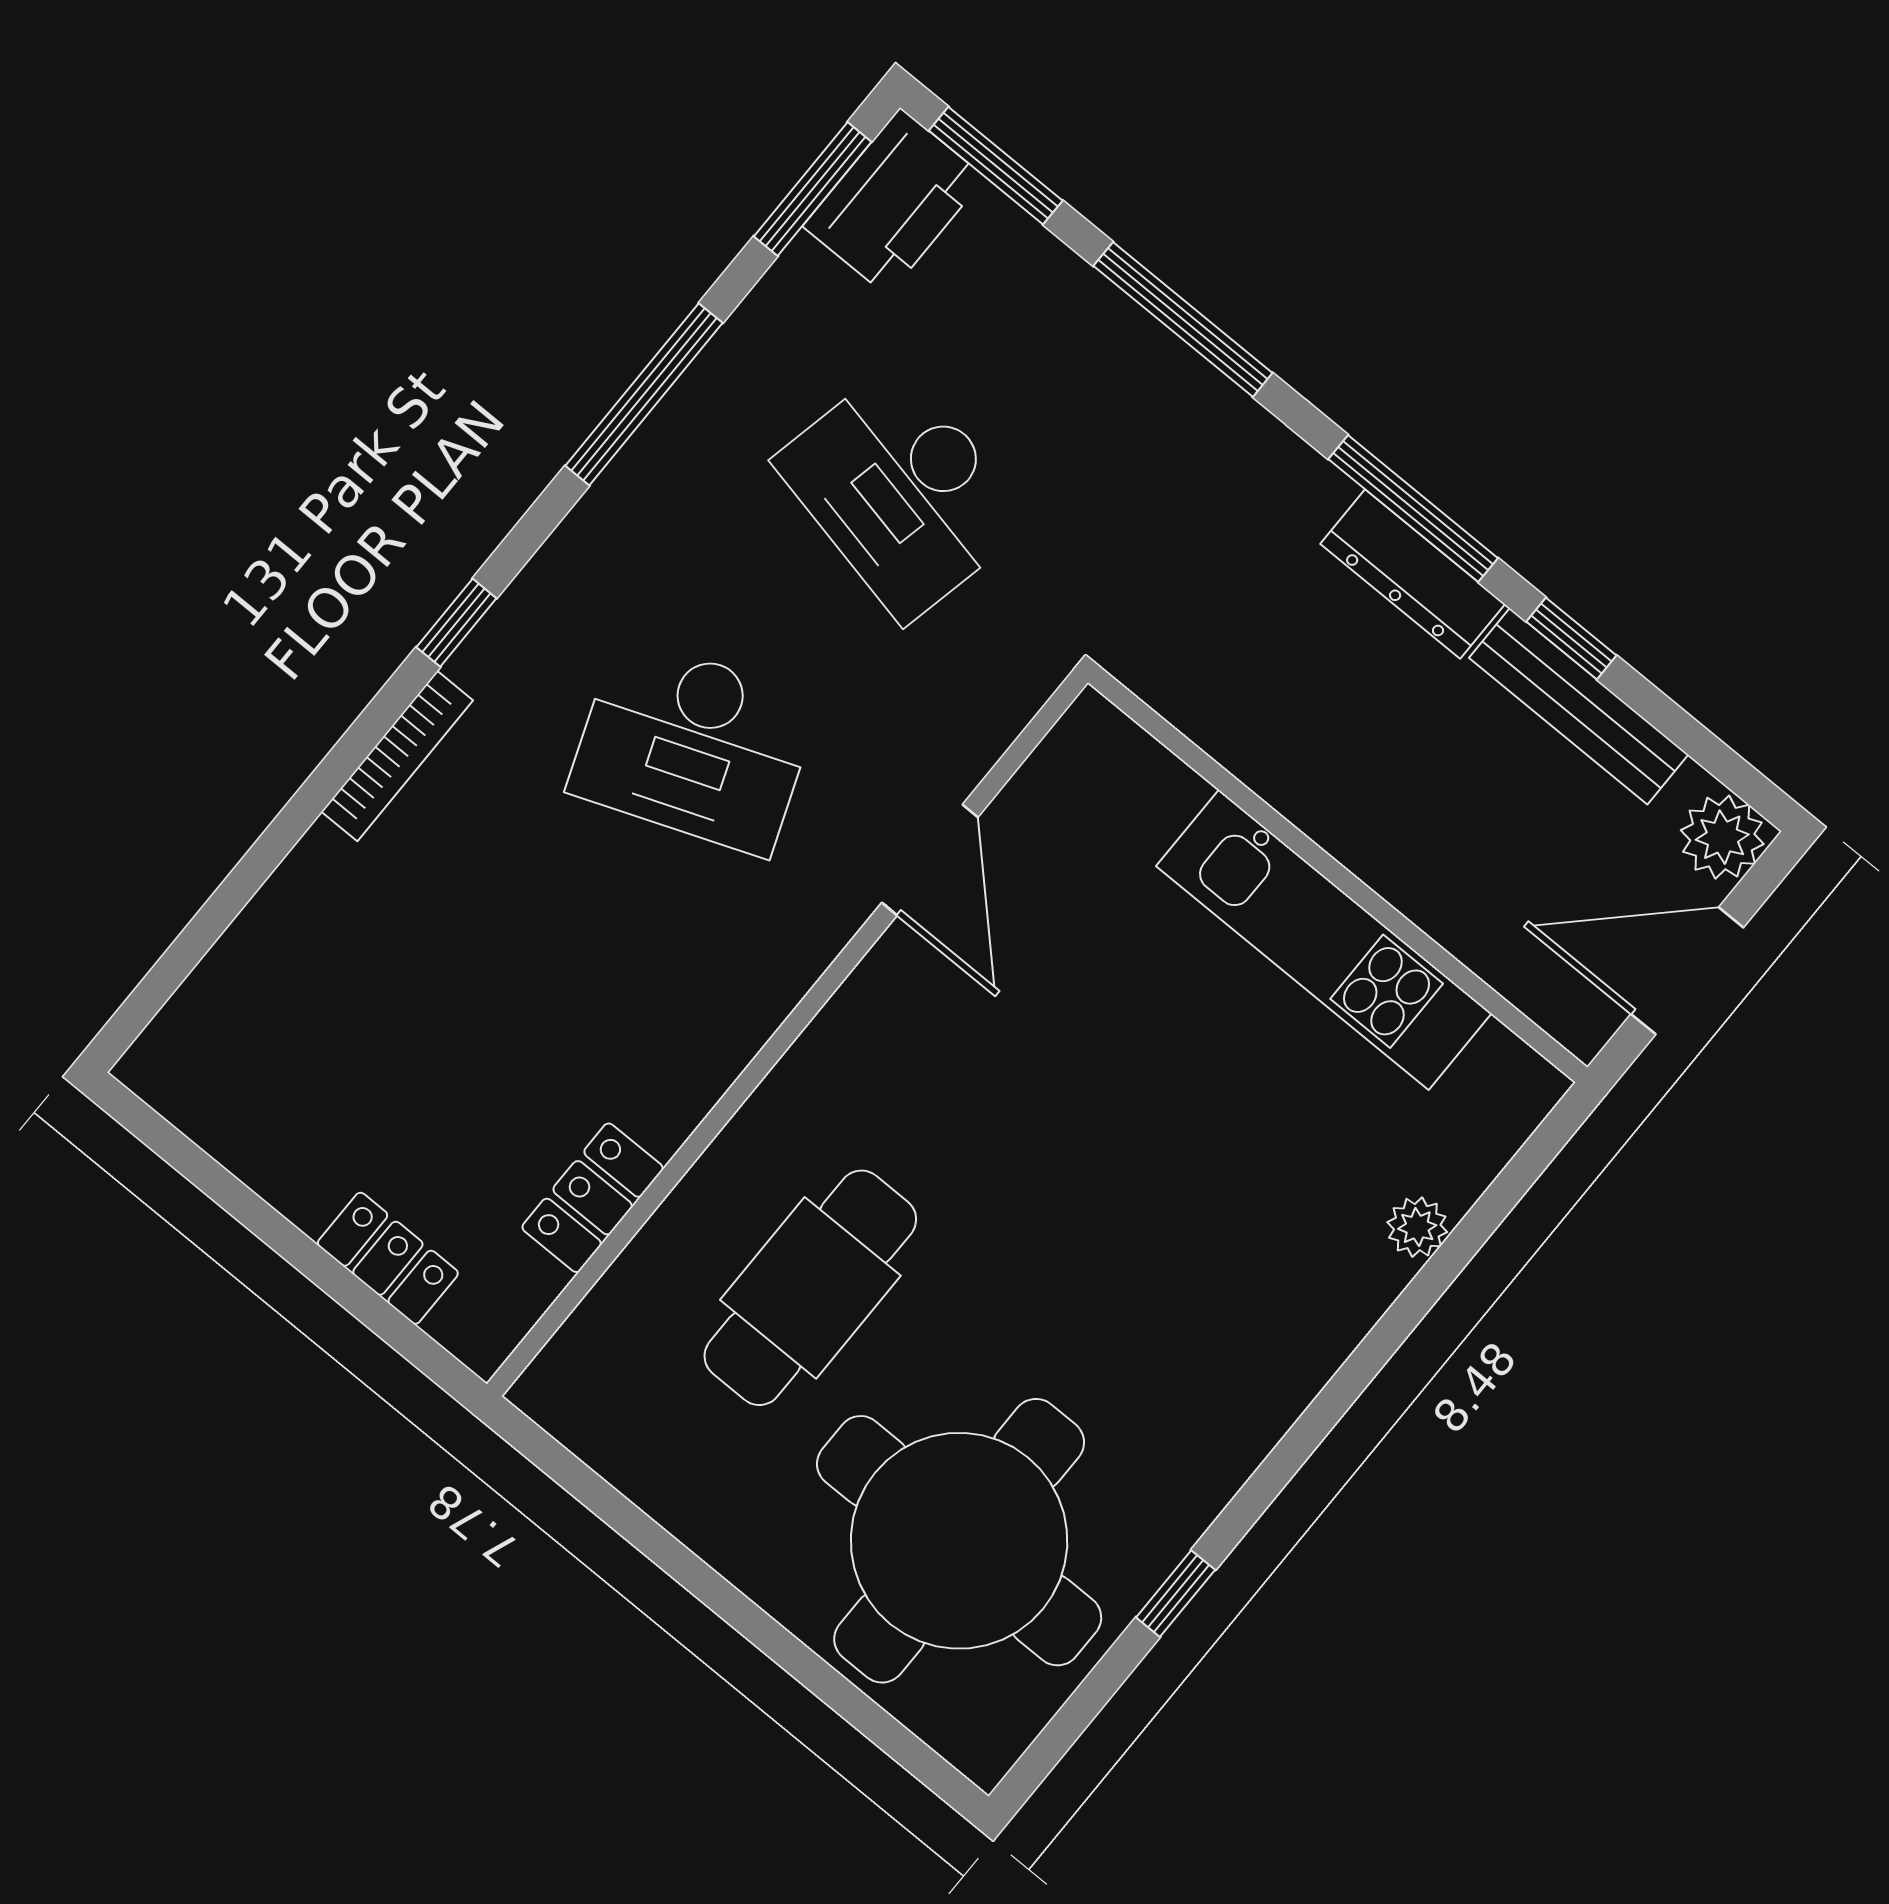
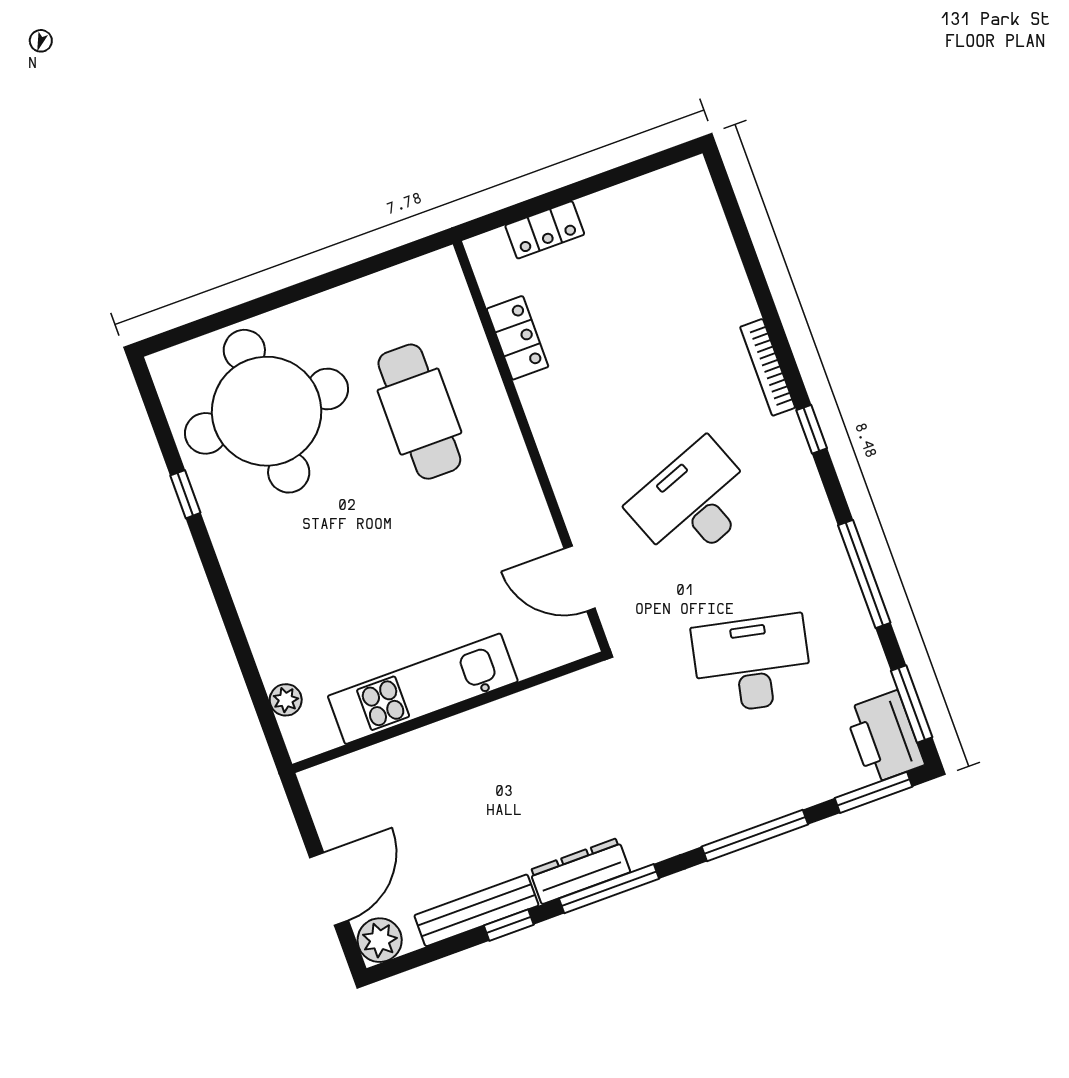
wall: (1338, 875) -> (448, 712), moved
kitchen unit: (1324, 940) -> (423, 689), moved

